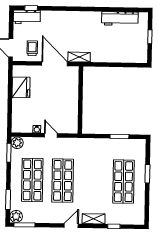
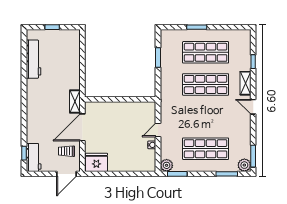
fridge: (21, 87) -> (96, 162), moved
shop shelf: (63, 181) -> (206, 84), moved

